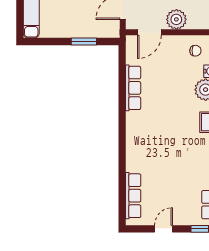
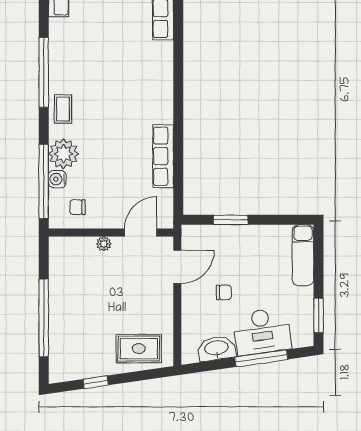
plant: (176, 19) -> (104, 244), width x0.53, depth x0.53

